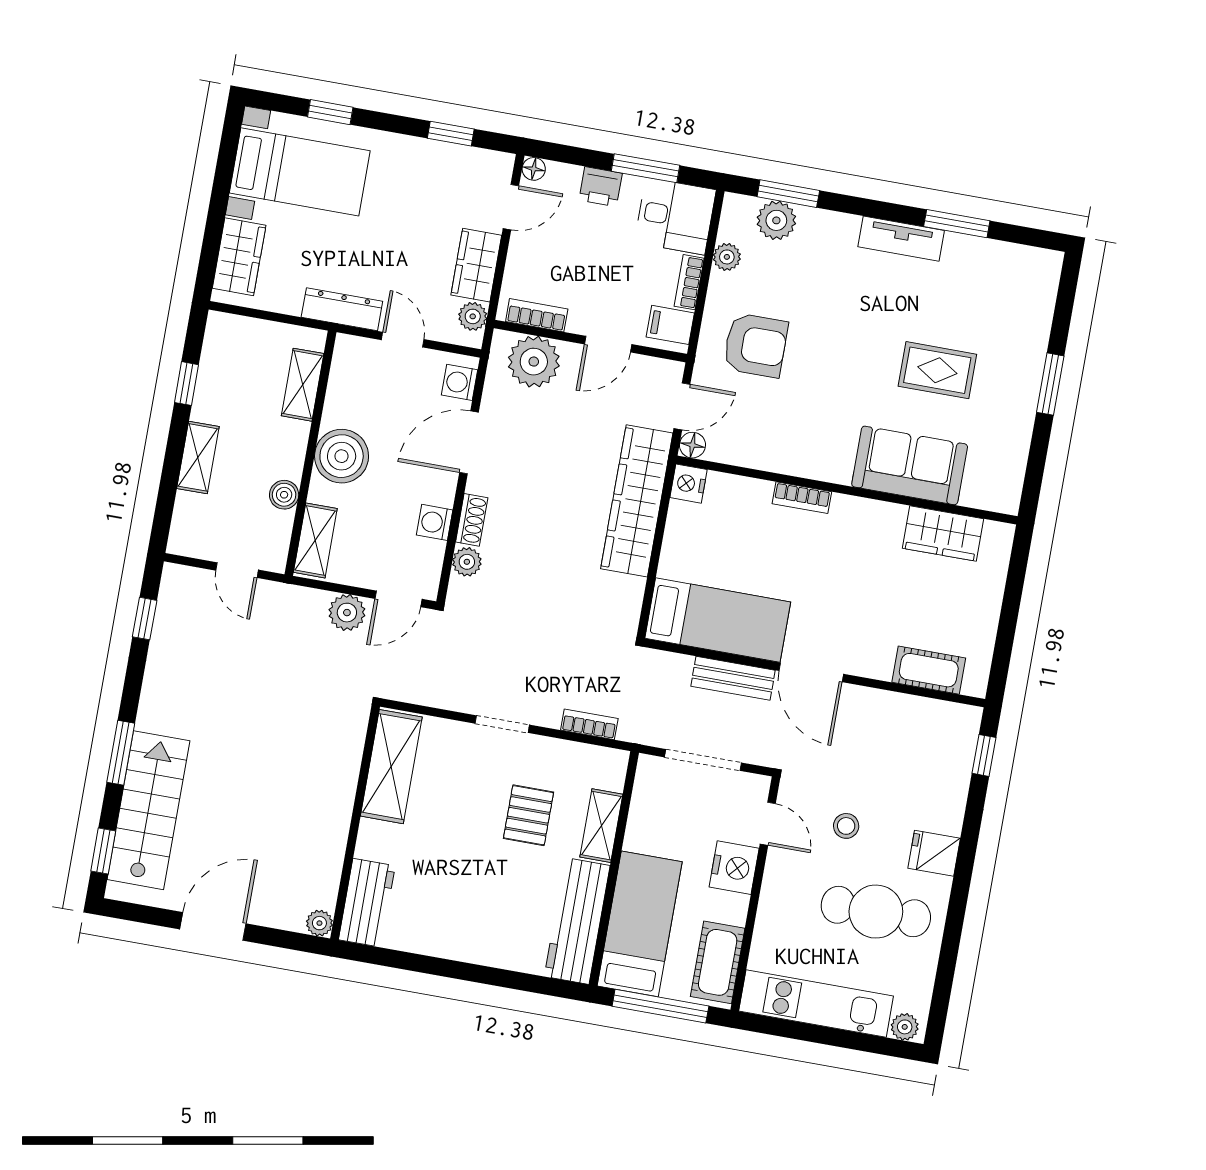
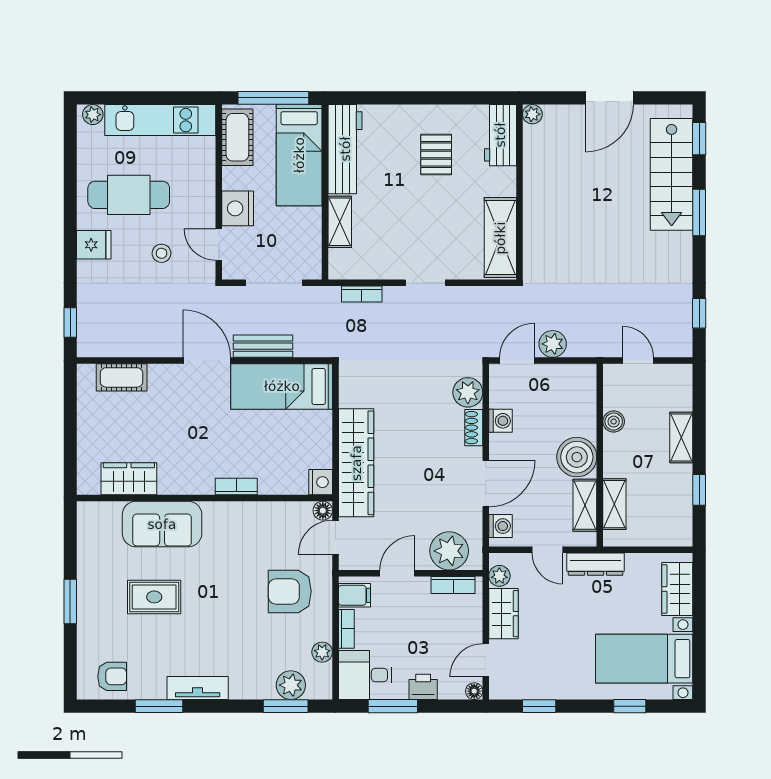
armchair: (1012, 274) -> (112, 676), added
shelving: (315, 540) -> (585, 505), moved
plant: (467, 562) -> (468, 392), width x1.38, depth x1.38
pallet: (529, 815) -> (436, 154), moved

